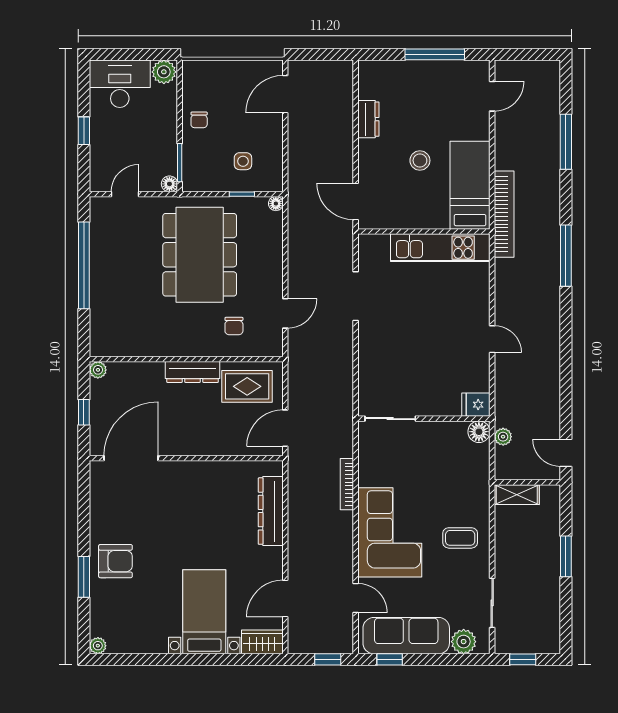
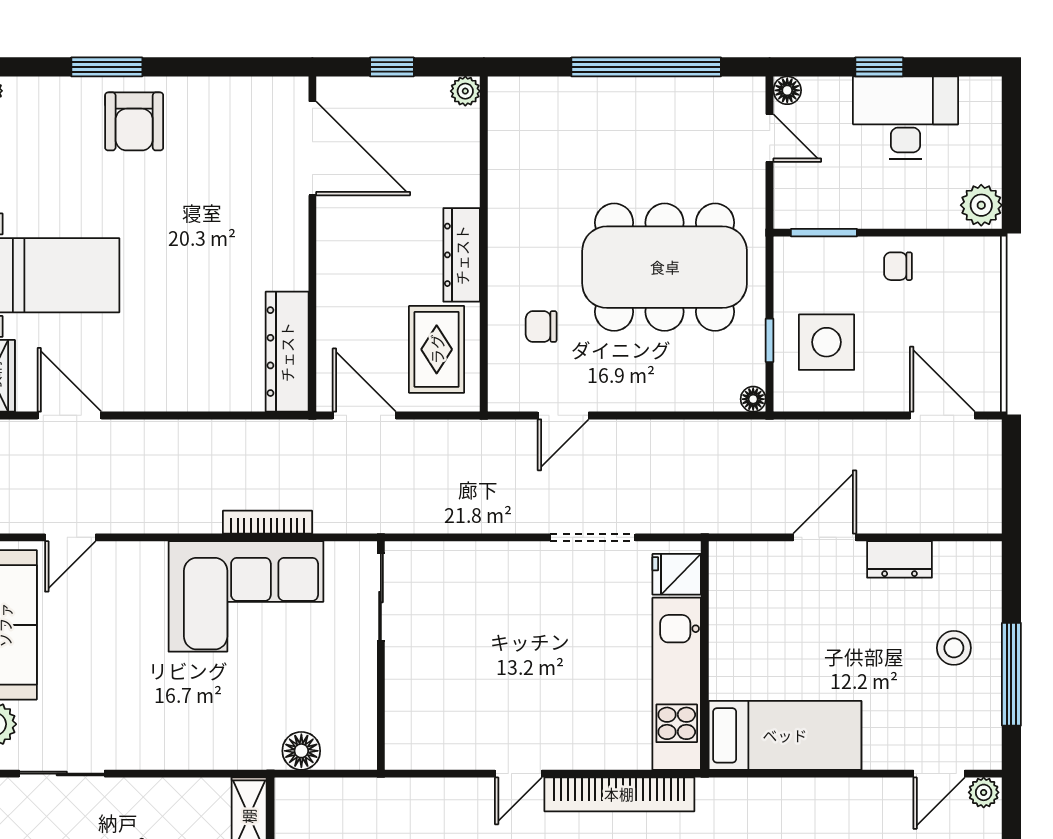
desk: (120, 84) -> (906, 118), moved, turned -90
door: (492, 96) -> (939, 774), hinge flipped
stool: (420, 160) -> (954, 648), moved
side table: (243, 161) -> (827, 342), width x1.87, depth x1.87
floor lamp: (169, 184) -> (787, 90), moved
door: (356, 202) -> (825, 537), moved
bookcase: (504, 214) -> (619, 794), moved
door: (285, 313) -> (563, 415), hinge flipped
fridge: (476, 405) -> (677, 574), moved, turned -90
floor lamp: (479, 432) -> (301, 751), moved
plant: (503, 437) -> (984, 792), moved
dresser: (271, 511) -> (287, 352), moved, turned -90
corner sofa: (390, 532) -> (246, 596), moved
coffee table: (460, 538) -> (174, 718), removed

